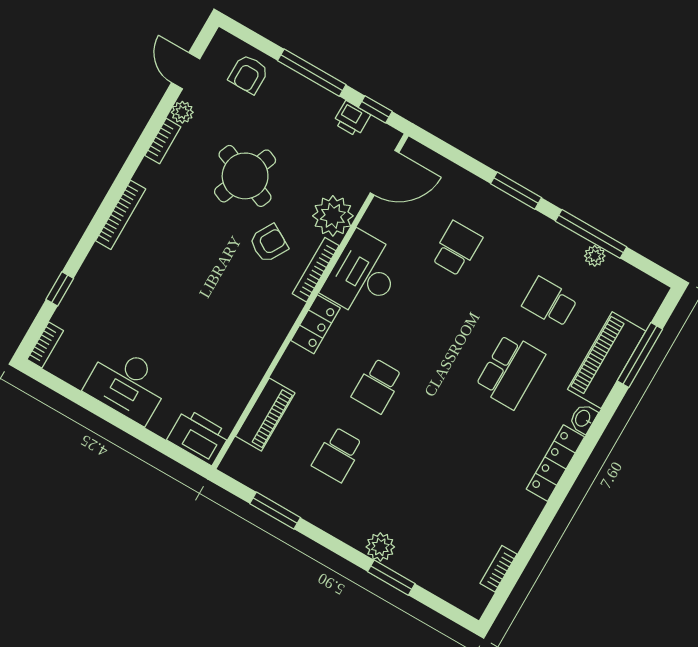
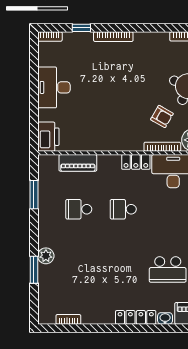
bookcase: (121, 215) -> (113, 37), moved

